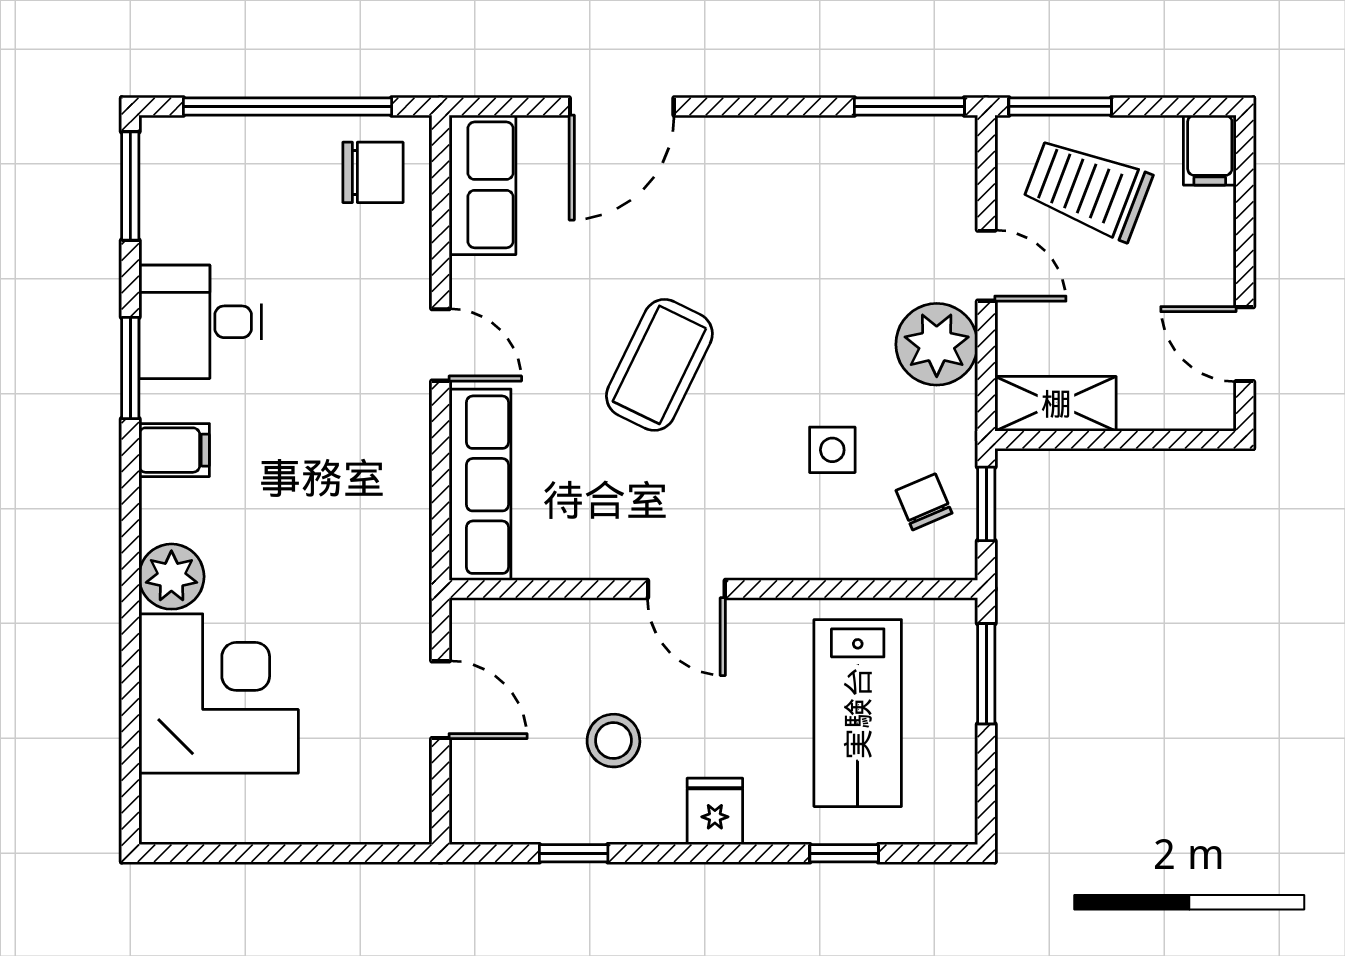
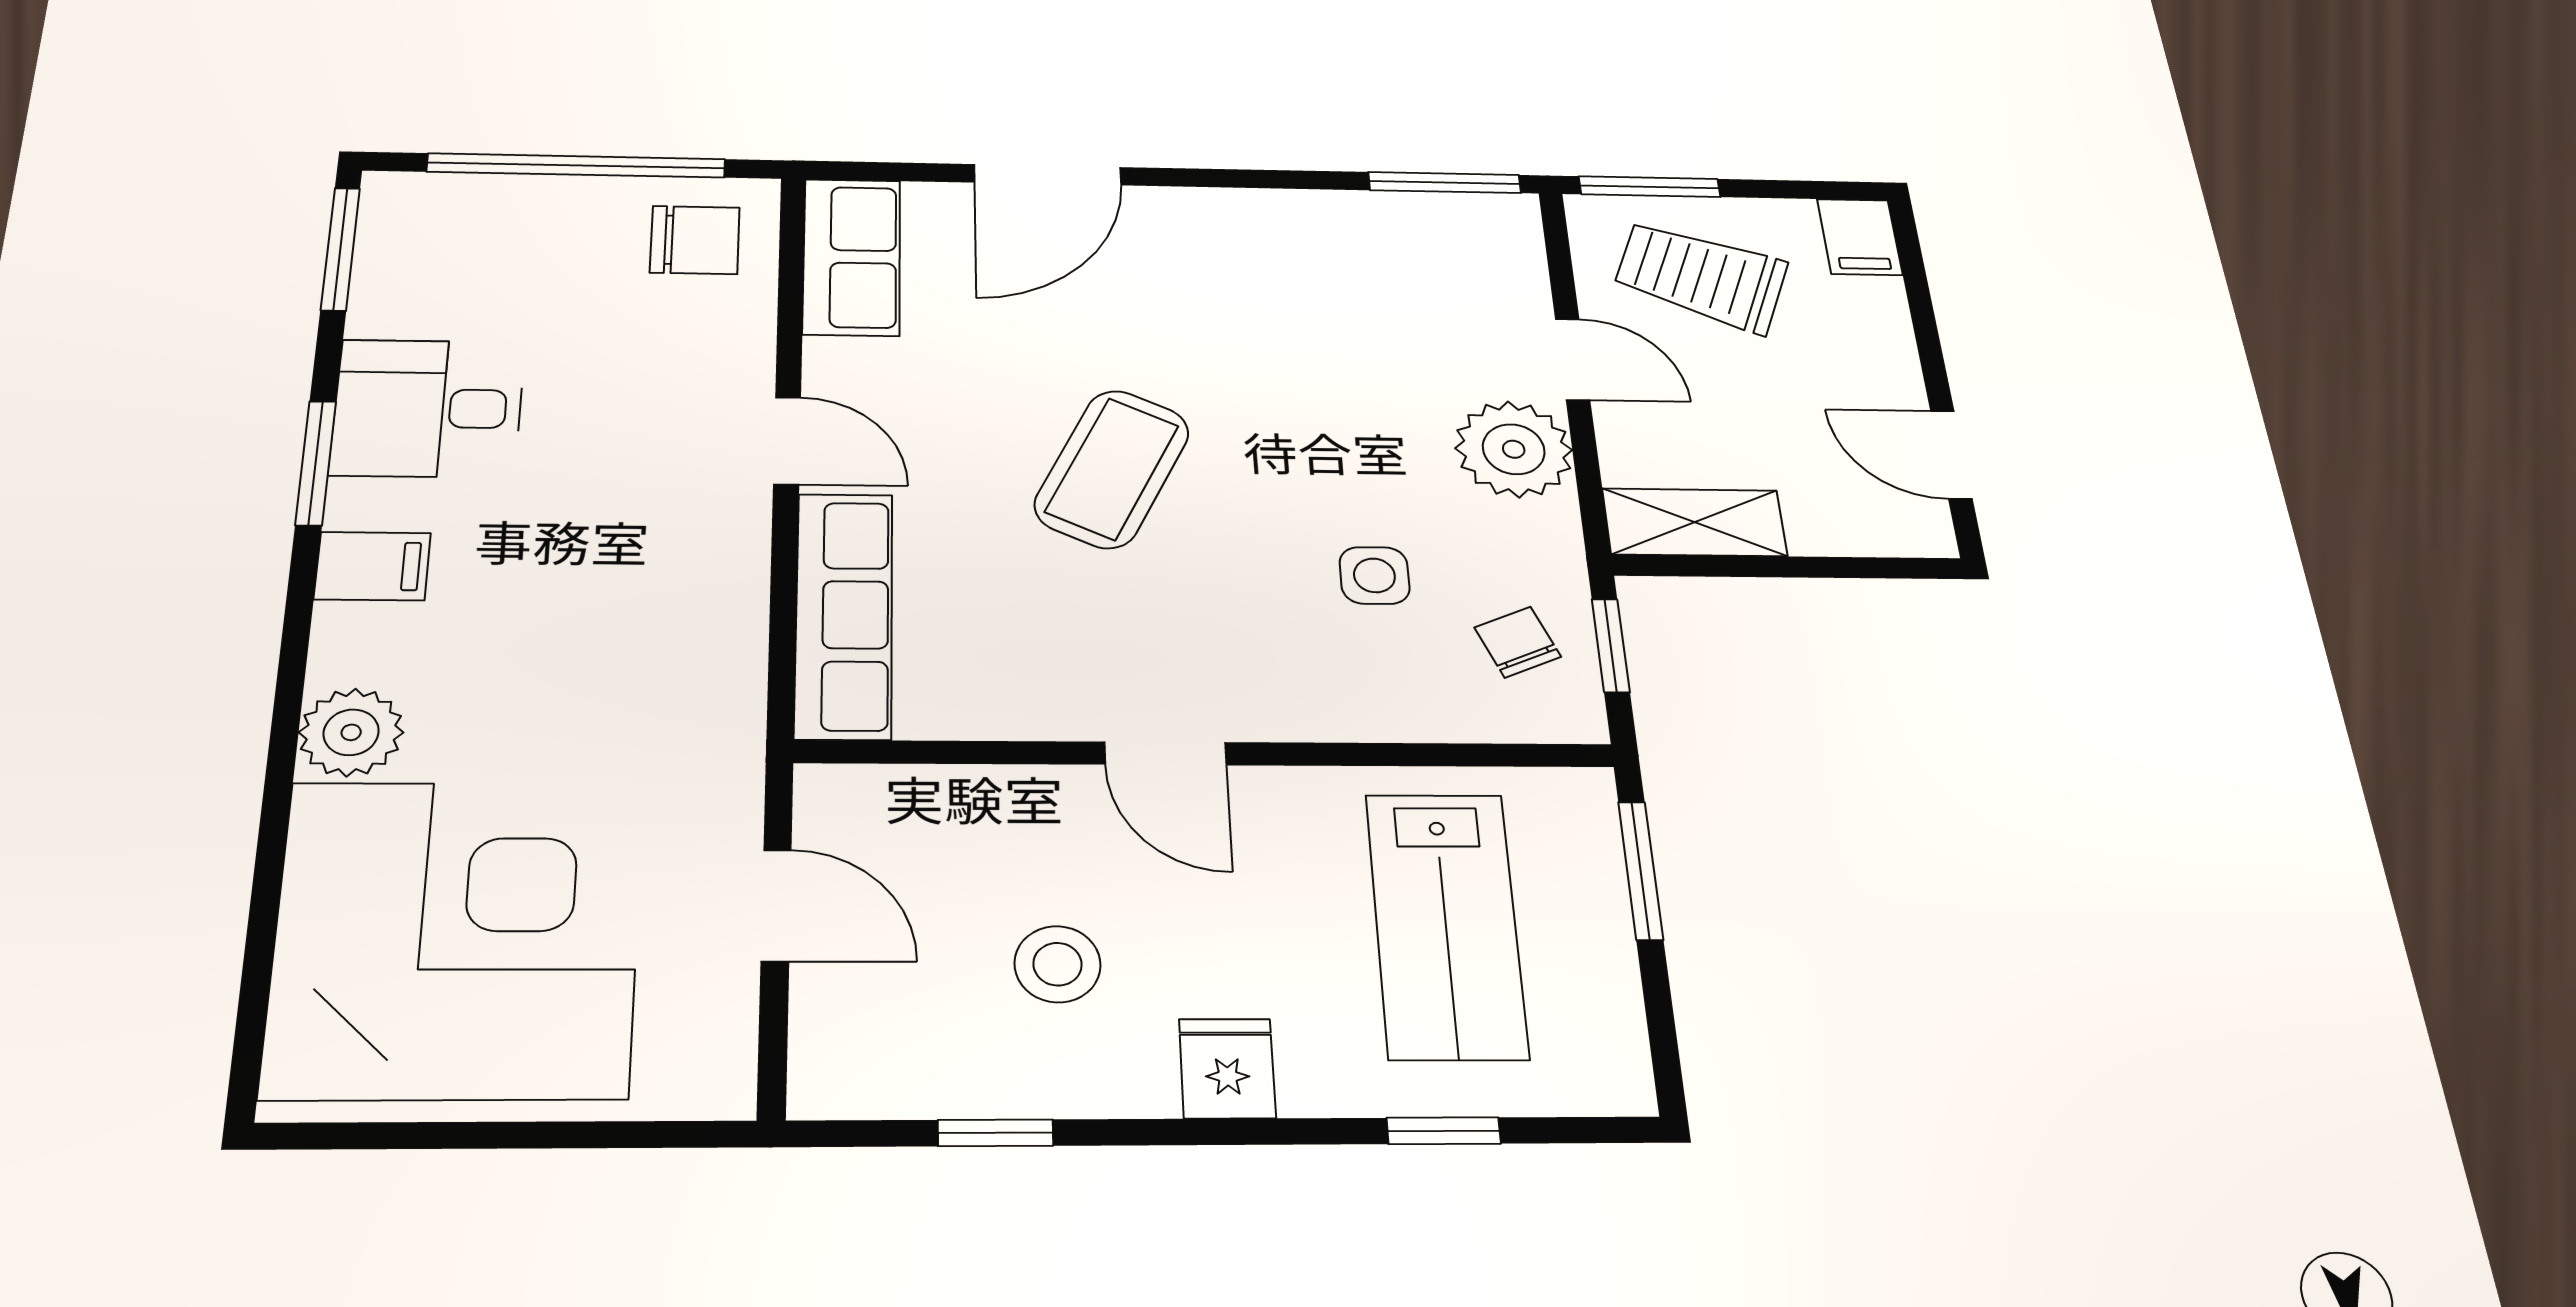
corner desk: (219, 694) -> (457, 938), width x1.36, depth x1.36

